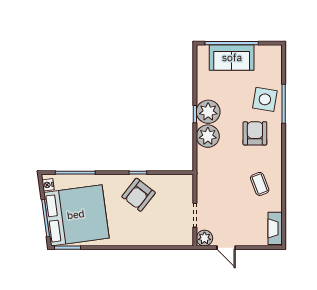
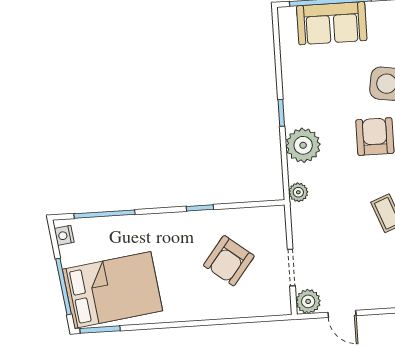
plant: (208, 112) -> (298, 192), moved, width x0.53, depth x0.53
armchair: (139, 195) -> (229, 261), moved
bed: (76, 215) -> (112, 290), width x0.73

